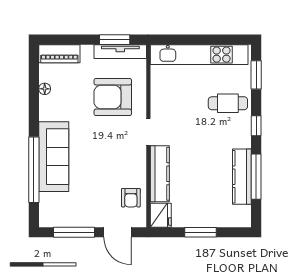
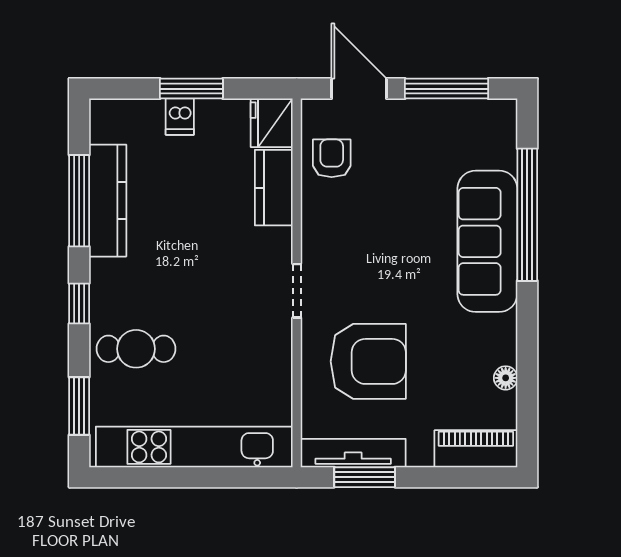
kitchen counter: (160, 174) -> (274, 188), width x0.67
dishwasher: (206, 218) -> (180, 117), added

